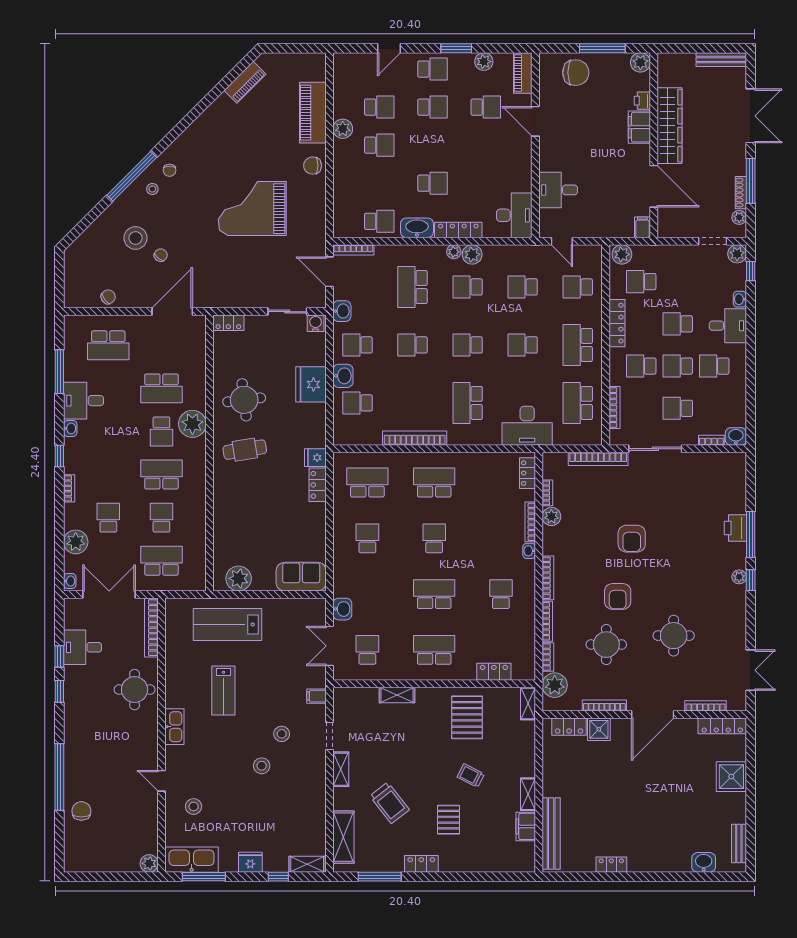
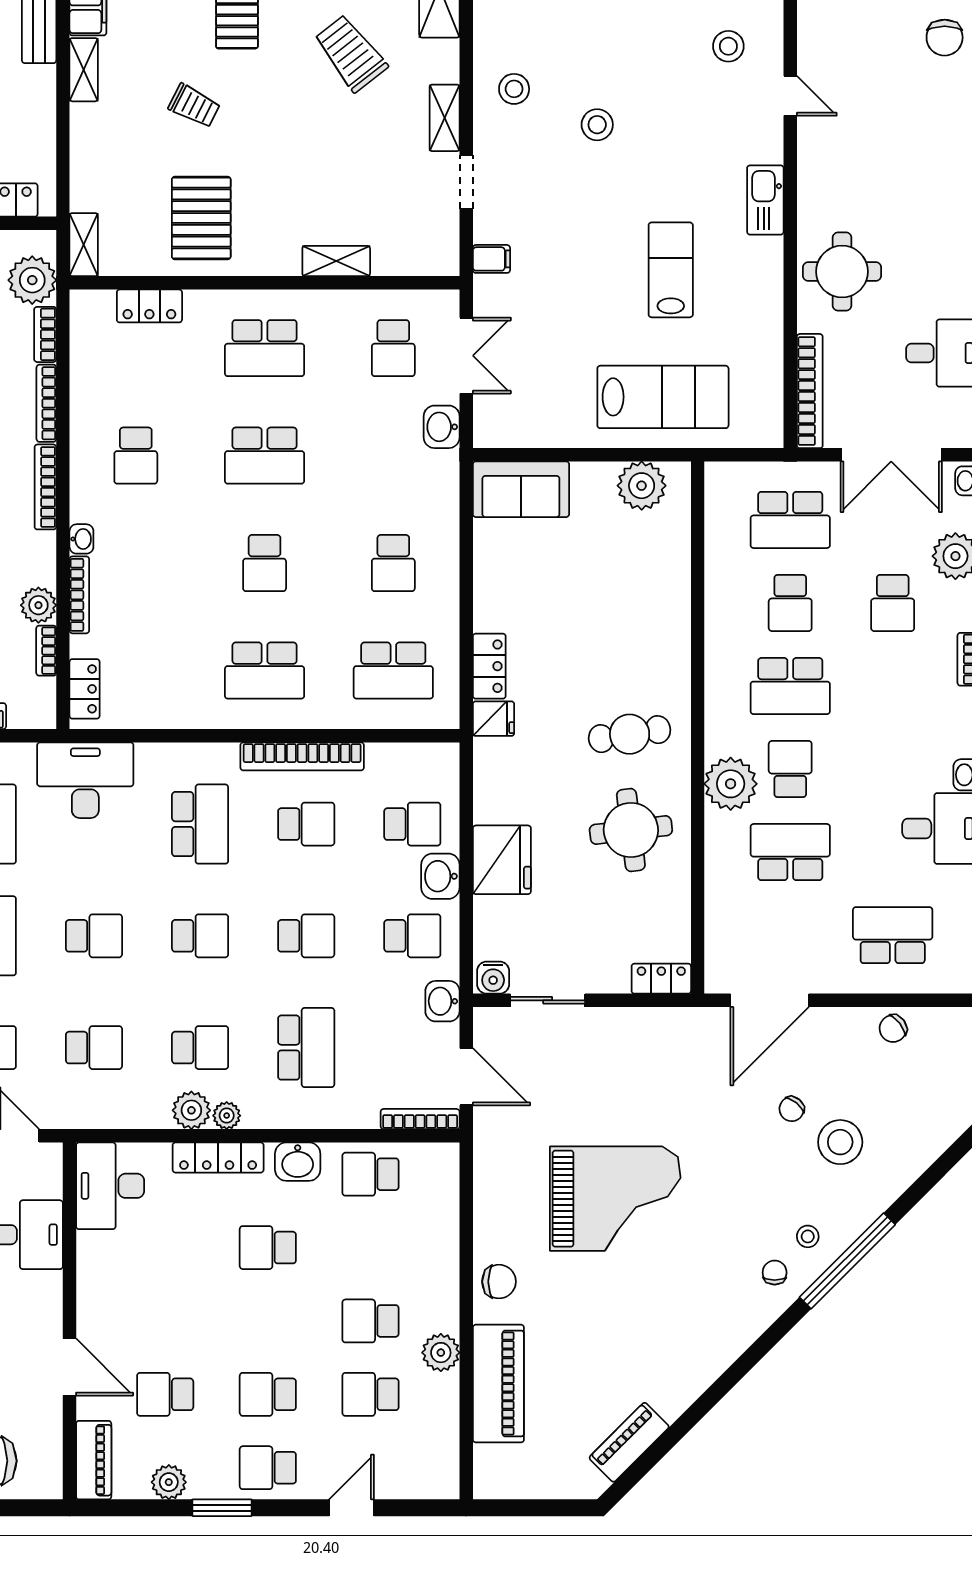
washbasin: (417, 228) -> (298, 1162), width x0.72
school desk: (413, 403) -> (306, 824), added
stool: (282, 734) -> (514, 89), moved

